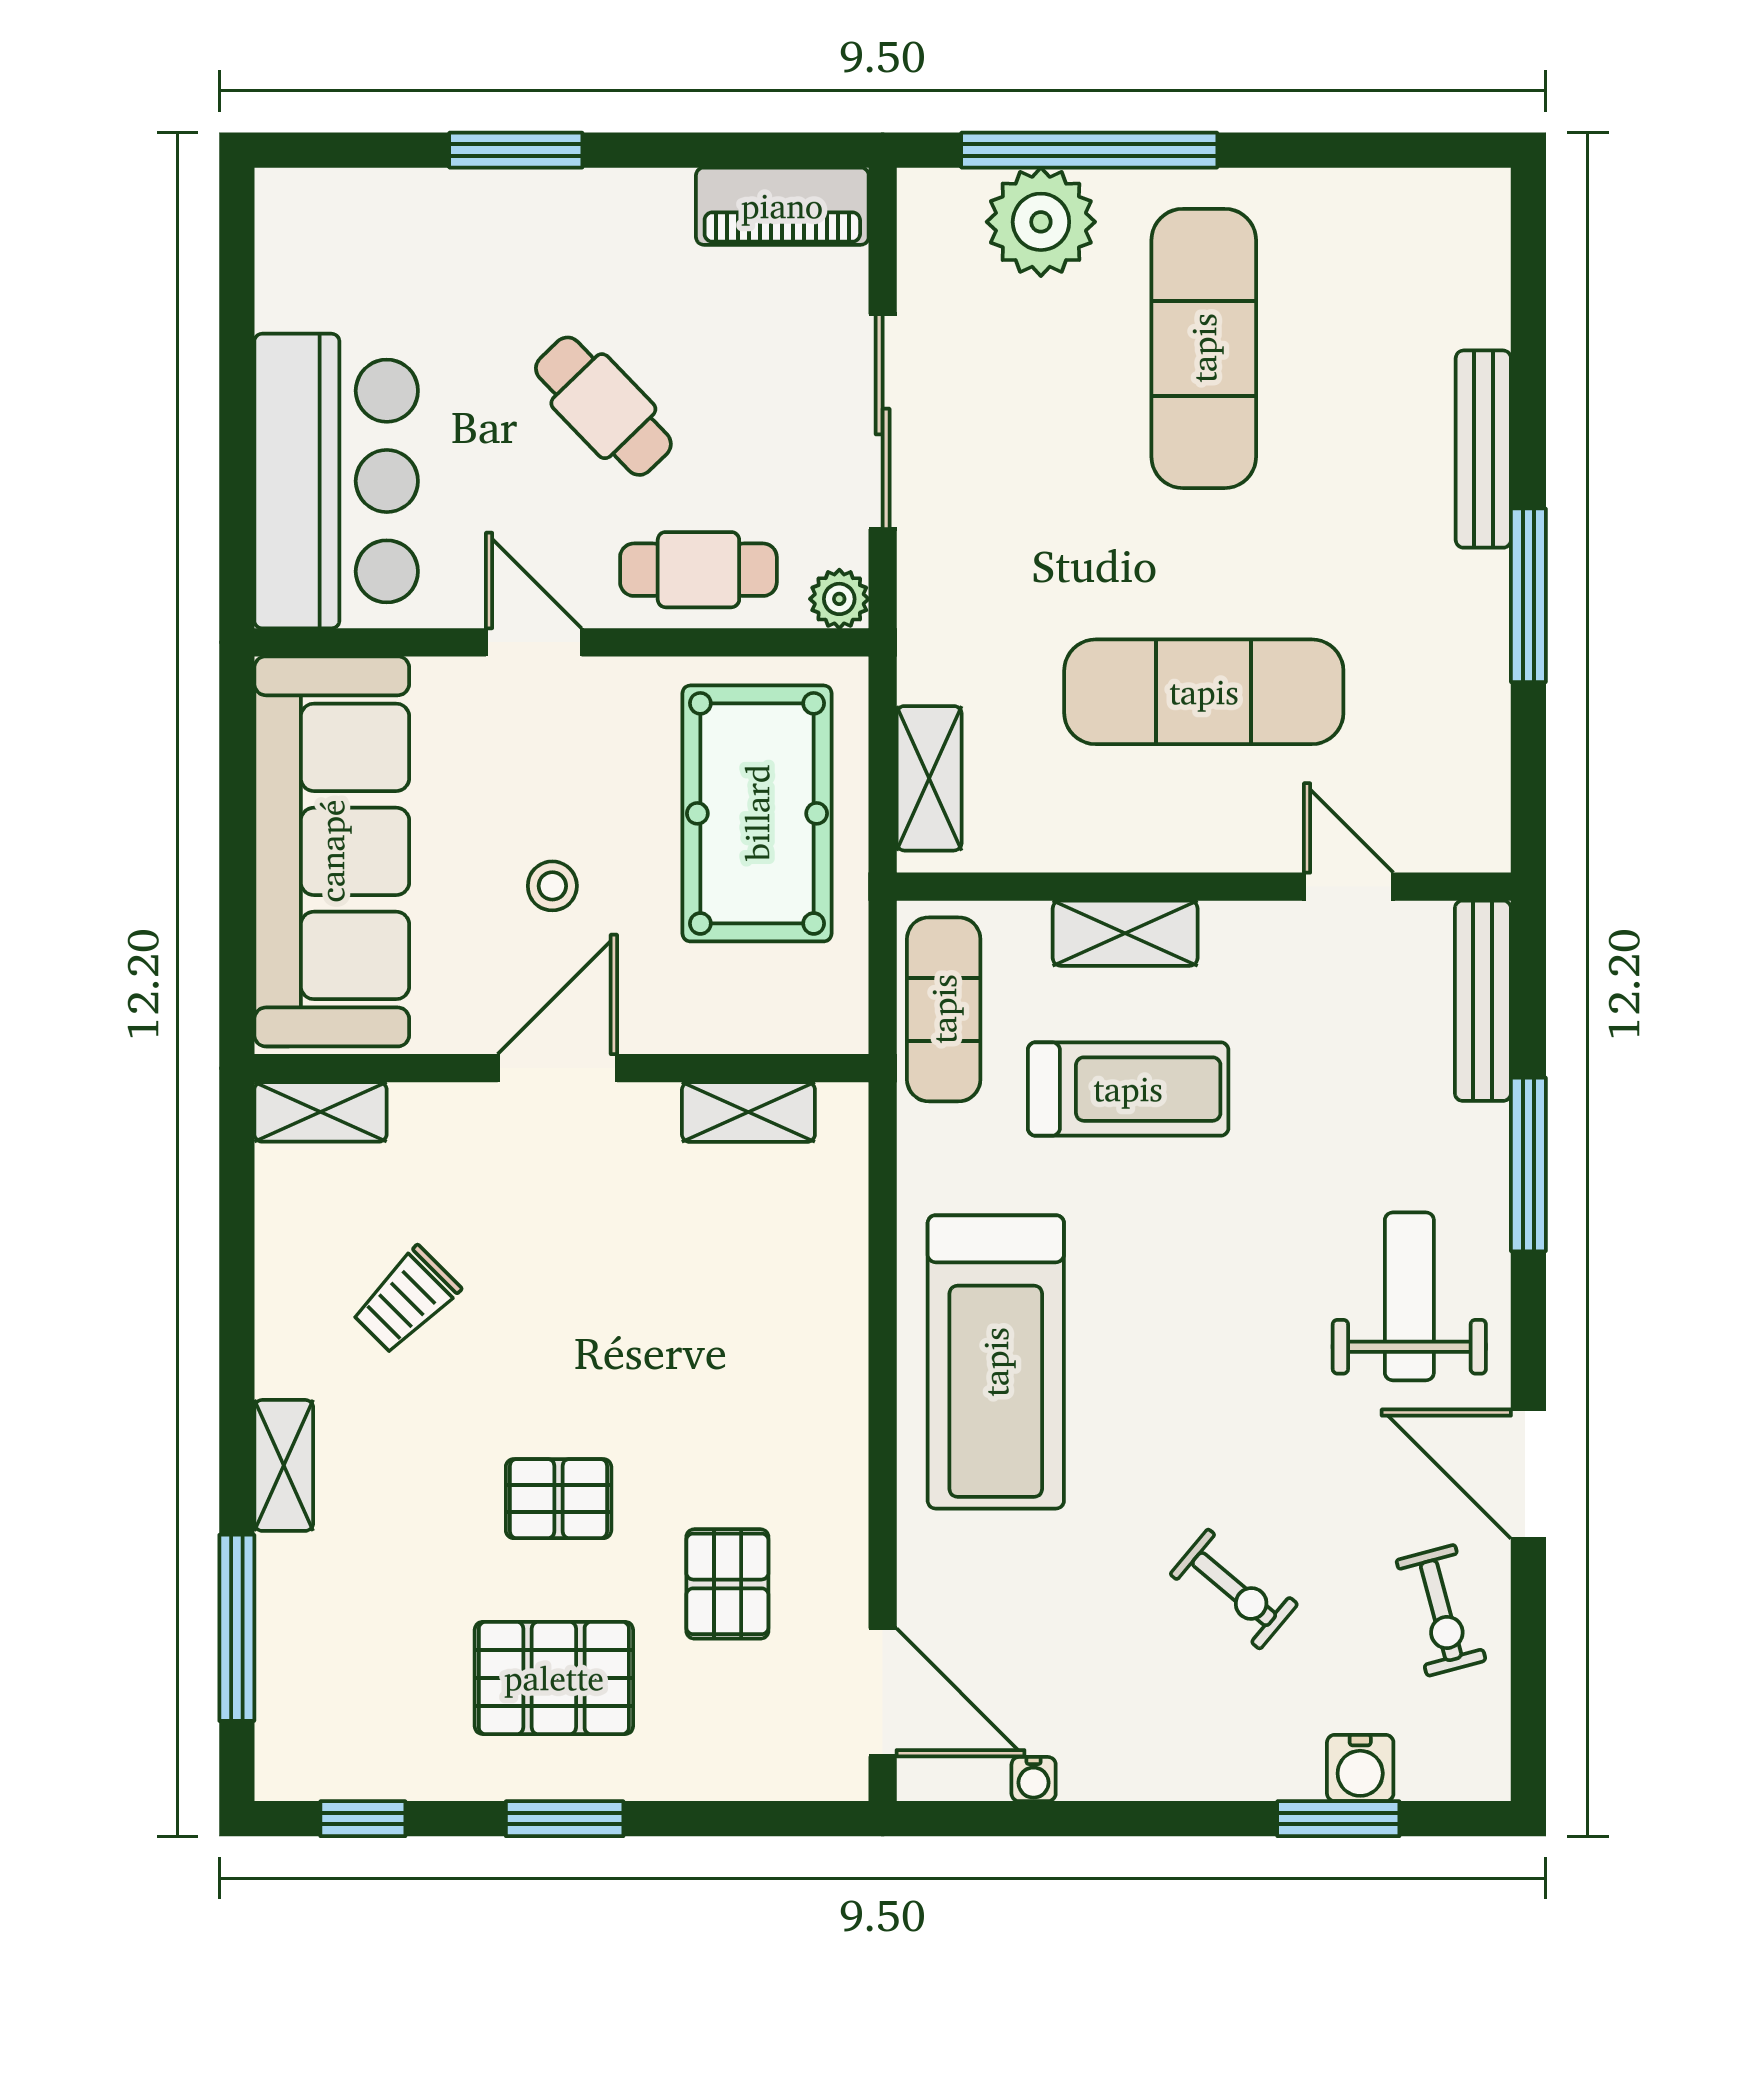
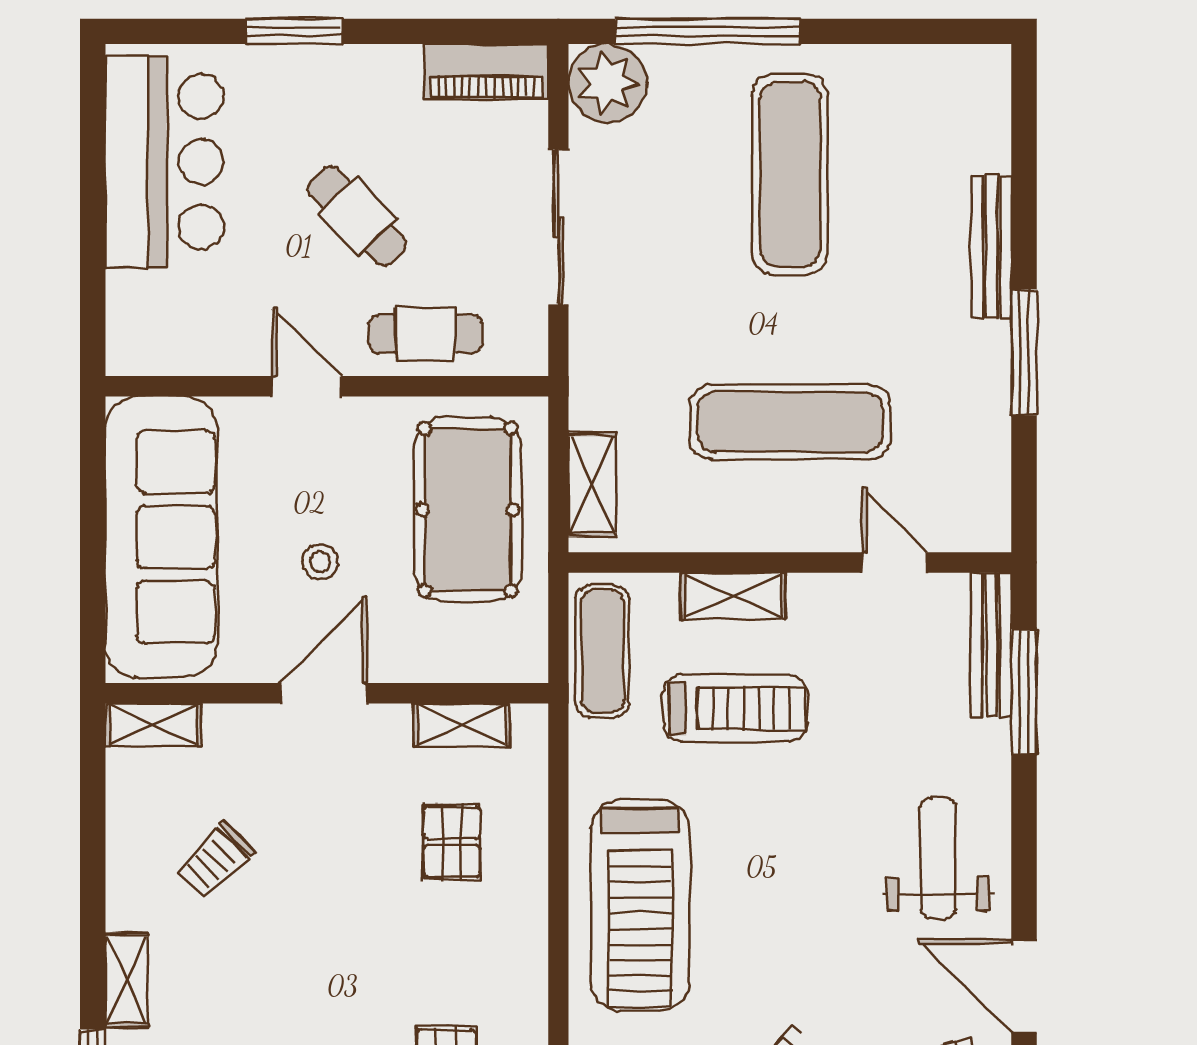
plant: (1041, 222) -> (608, 83), moved
bar counter: (336, 481) -> (164, 162), moved
plant: (839, 599) -> (527, 355), removed
window: (1528, 1164) -> (1024, 692), moved
pallet: (559, 1499) -> (452, 842), moved, turned 90

